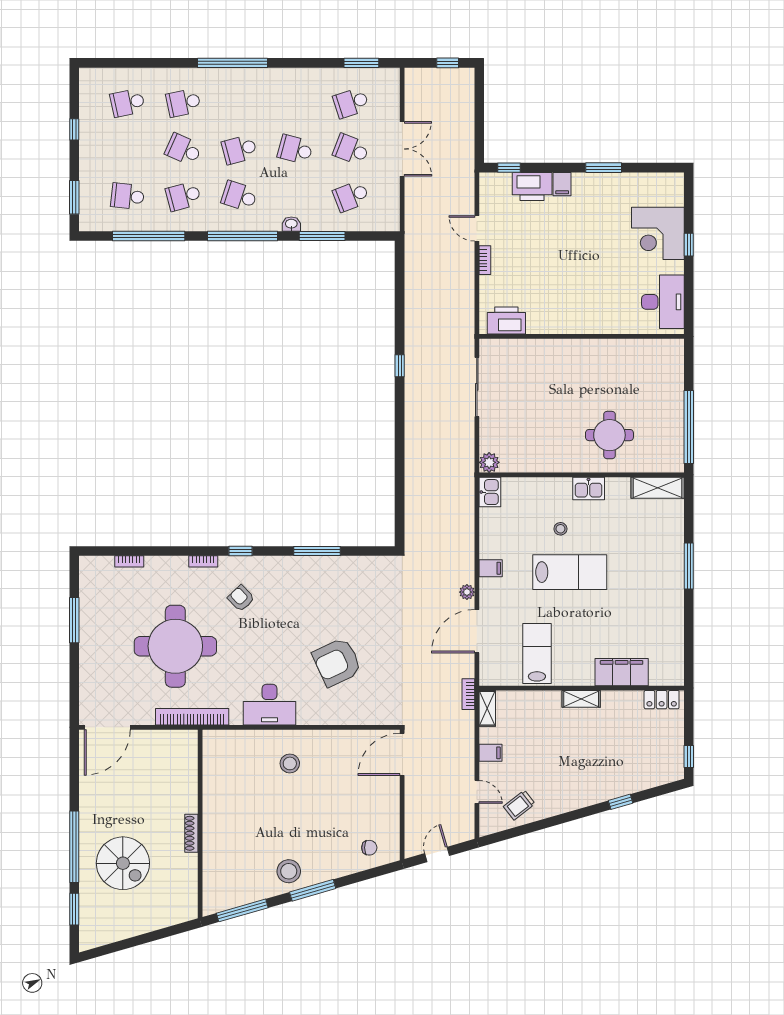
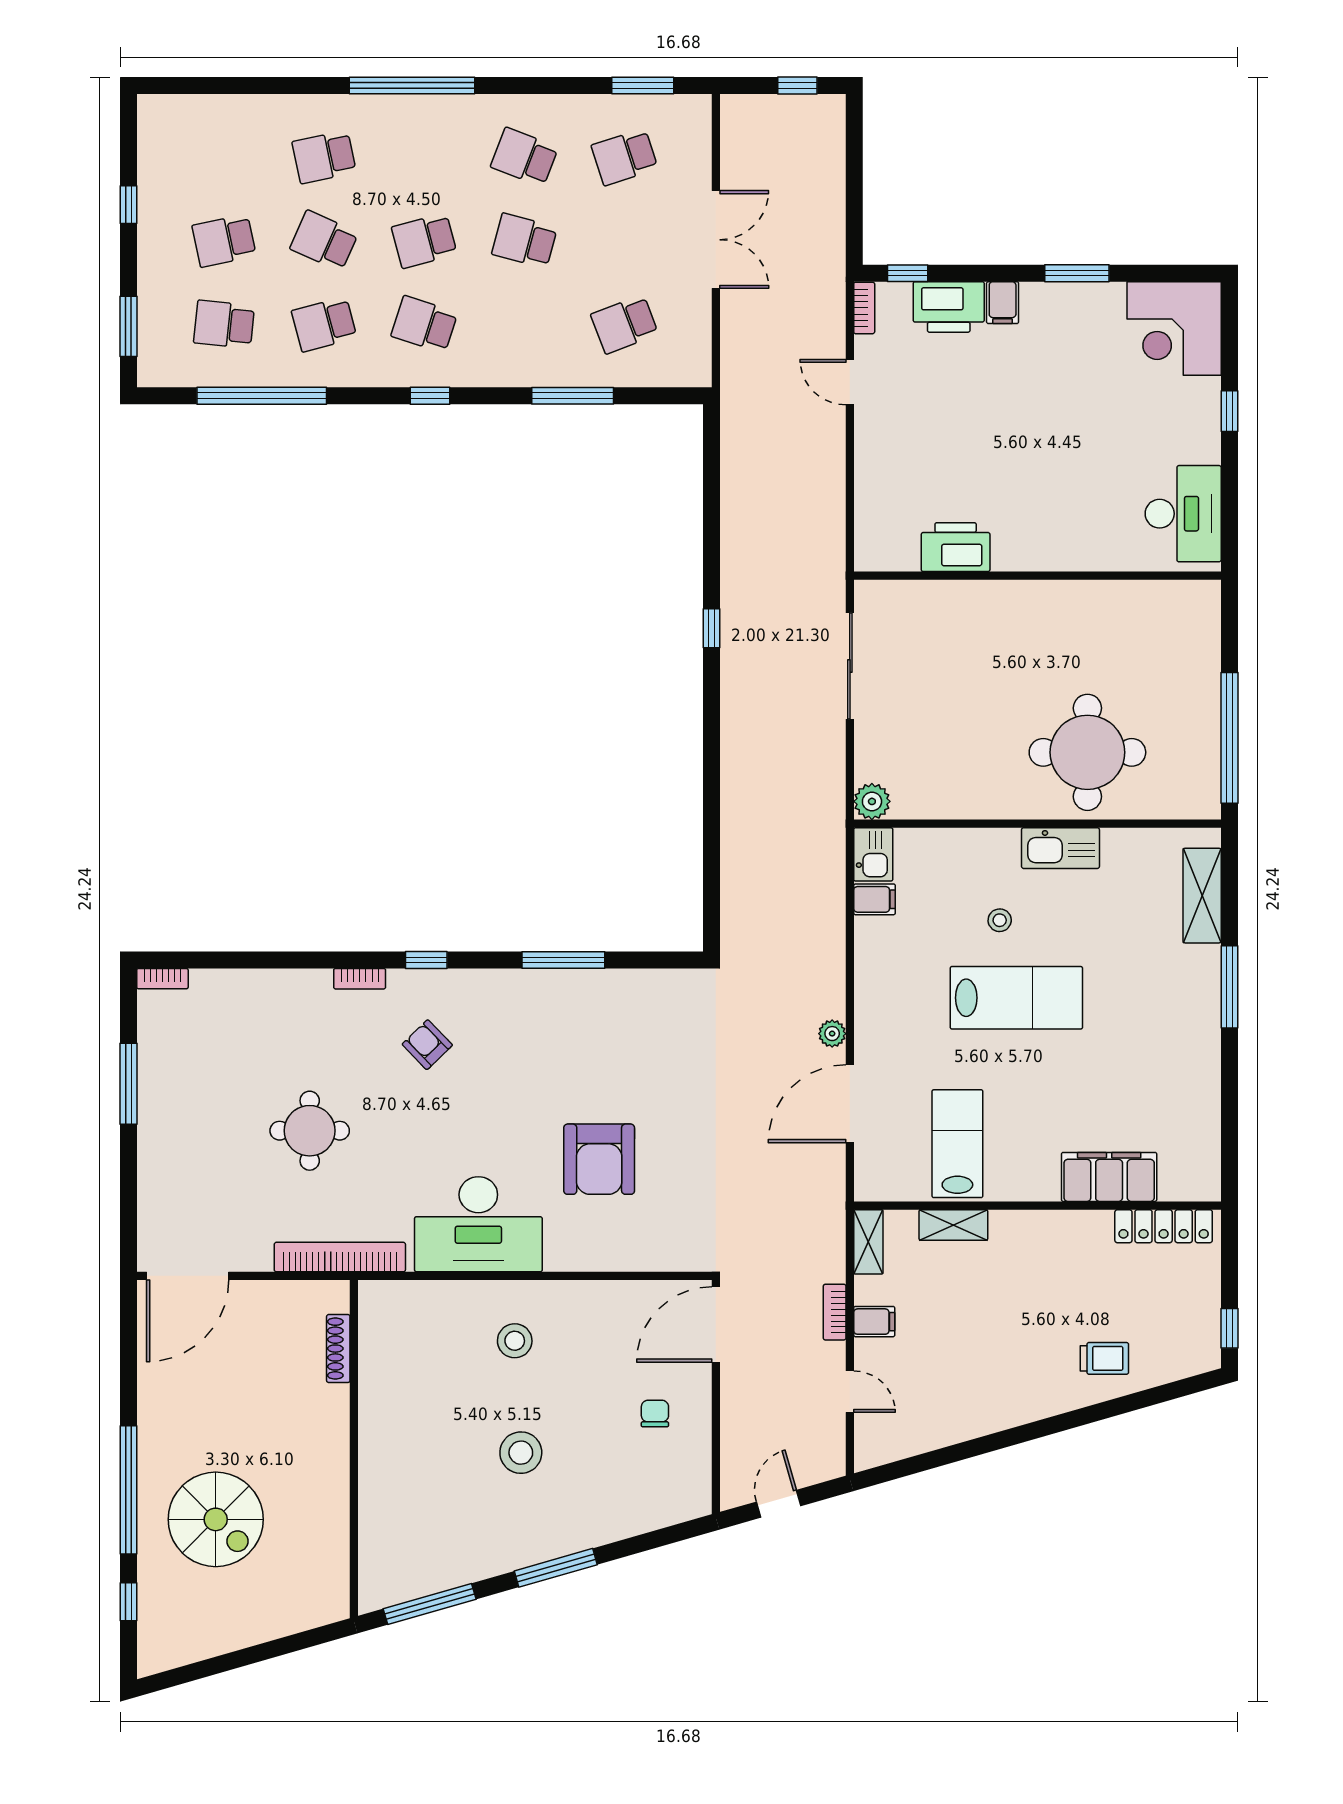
school desk: (128, 103) -> (224, 241), moved
school desk: (351, 149) -> (524, 157), moved
washbasin: (291, 224) -> (517, 374), removed
corner desk: (658, 233) -> (1174, 329), moved
window: (242, 236) -> (430, 396), width x0.32
bookcase: (485, 260) -> (864, 308), moved
printer: (506, 321) -> (956, 547), moved
round table: (609, 435) -> (1087, 752), width x1.36, depth x1.36
shelving: (658, 488) -> (1202, 896), moved, turned 90
kitchen sink: (589, 489) -> (1060, 848), width x1.38
bookcase: (129, 561) -> (162, 979), moved
filing cabinet: (491, 568) -> (875, 899), moved
round table: (175, 646) -> (310, 1131), width x0.54, depth x0.54
armchair: (337, 662) -> (599, 1159), turned -65
bookcase: (468, 694) -> (835, 1312), moved
shelving: (581, 699) -> (953, 1225), moved
locker: (662, 700) -> (1164, 1226), width x1.53
desk: (270, 705) -> (478, 1224), width x1.36, depth x1.30
window: (621, 802) -> (1107, 1409), removed
trolley: (519, 805) -> (1104, 1358), moved, turned -142
shoe rack: (191, 833) -> (338, 1349), moved
chair: (369, 848) -> (655, 1414), moved, turned -90
stool: (289, 871) -> (521, 1453), moved
window: (74, 909) -> (128, 1602), width x0.67

